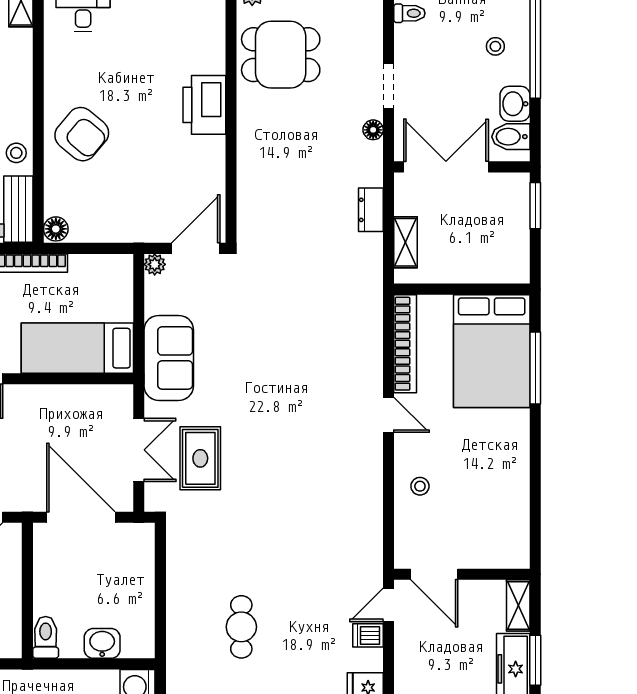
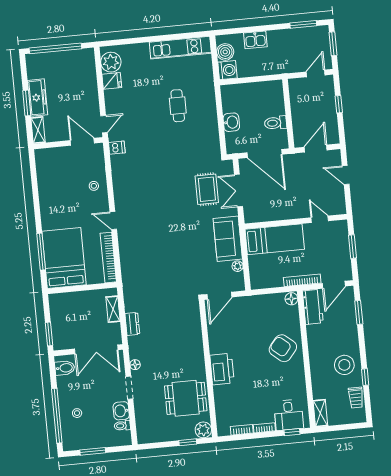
washbasin: (515, 104) -> (121, 411), moved, turned 180
stool: (16, 153) -> (315, 335), removed
plant: (155, 264) -> (238, 266), moved
dishwasher: (368, 635) -> (117, 148), moved
toilet: (46, 637) -> (275, 123), moved, turned 90
washbasin: (102, 643) -> (231, 122), moved, turned -90

